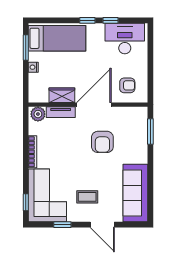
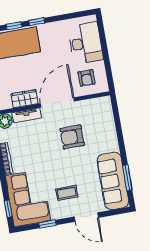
window: (110, 20) -> (14, 26), moved
desk: (125, 39) -> (85, 43), moved, turned 90
armchair: (127, 85) -> (87, 78), turned 90
window: (150, 131) -> (127, 178), moved
armchair: (102, 142) -> (72, 137), turned 90

